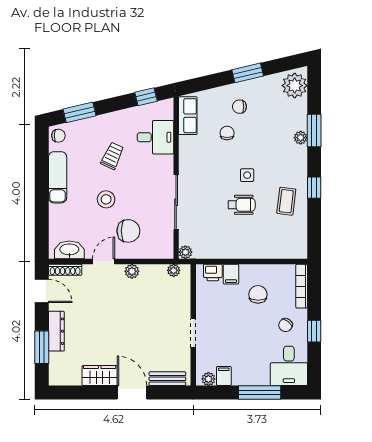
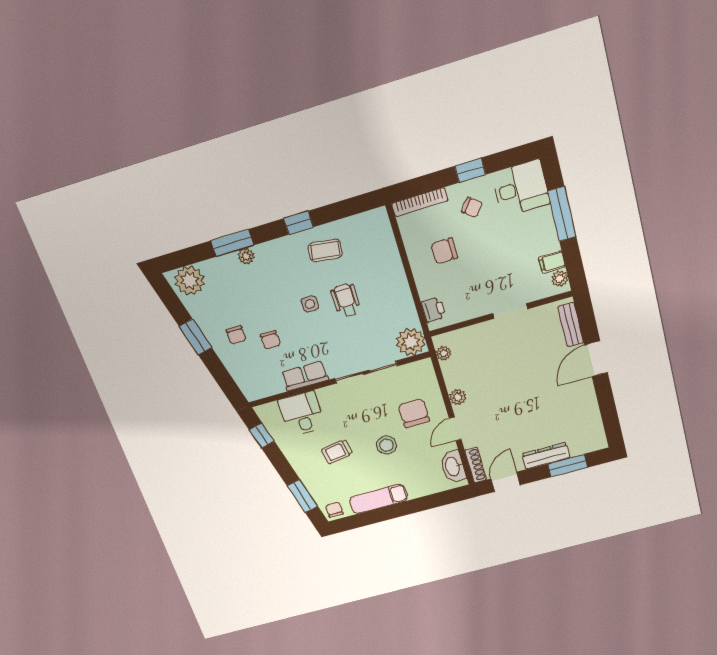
row of seats: (188, 116) -> (305, 376), moved
chair: (227, 133) -> (270, 340), turned -90
trolley: (112, 156) -> (337, 452), turned -34
plant: (185, 252) -> (411, 342), width x1.87, depth x1.87
door: (104, 261) -> (455, 429), hinge flipped
filing cabinet: (231, 274) -> (429, 289), removed
wardrobe: (100, 376) -> (585, 398), removed

